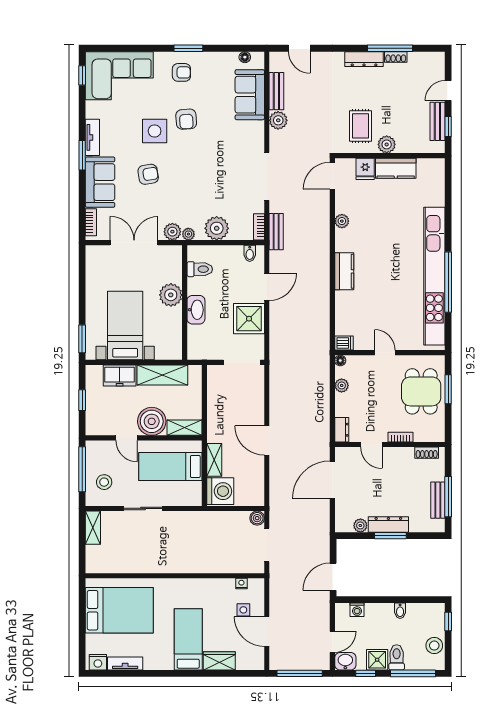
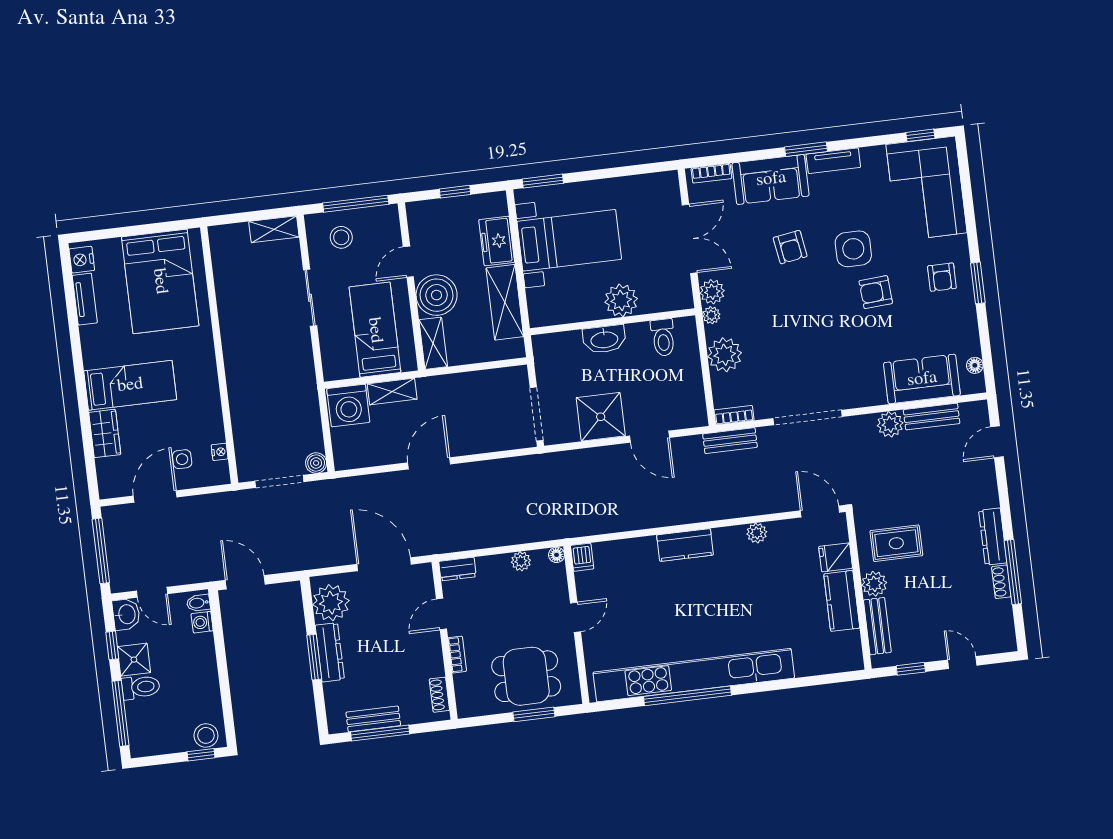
bench: (437, 121) -> (877, 626), moved, turned 90
bidet: (250, 253) -> (694, 406), removed
plant: (360, 525) -> (331, 603), width x1.87, depth x1.87
bidet: (400, 611) -> (198, 603), moved
stool: (434, 646) -> (206, 735), moved

